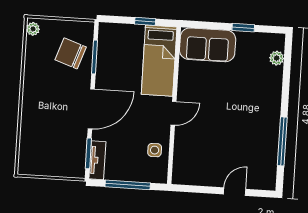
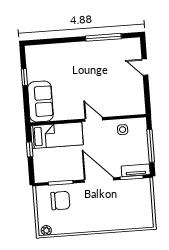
chair: (71, 53) -> (60, 201), turned -109
plant: (277, 58) -> (43, 50), removed

